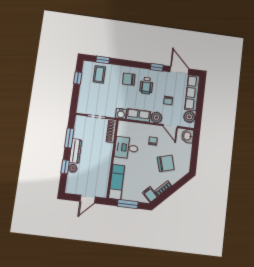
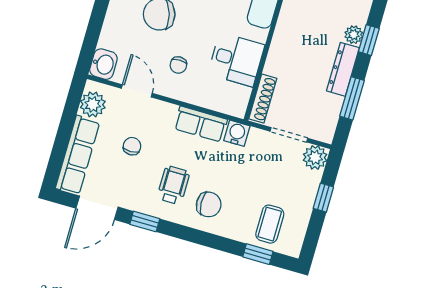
door: (179, 70) -> (97, 208), hinge flipped
window: (78, 78) -> (323, 198), moved
plant: (156, 117) -> (315, 157), moved

